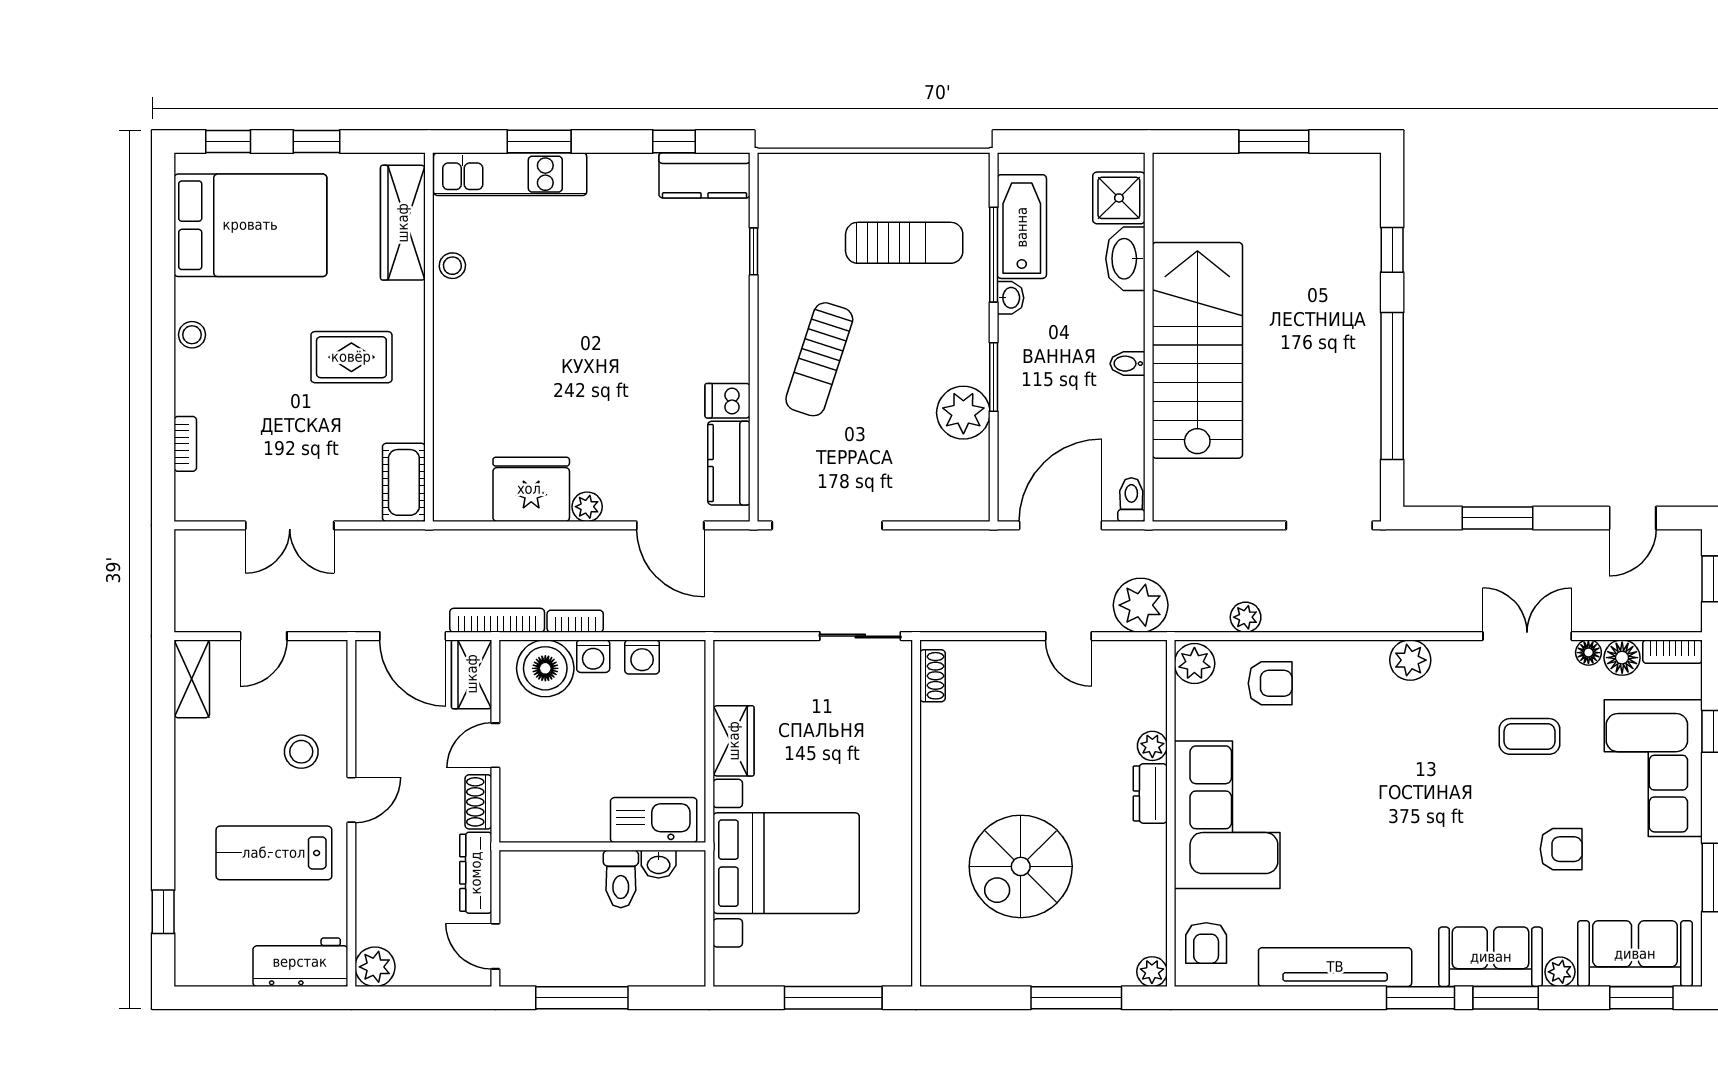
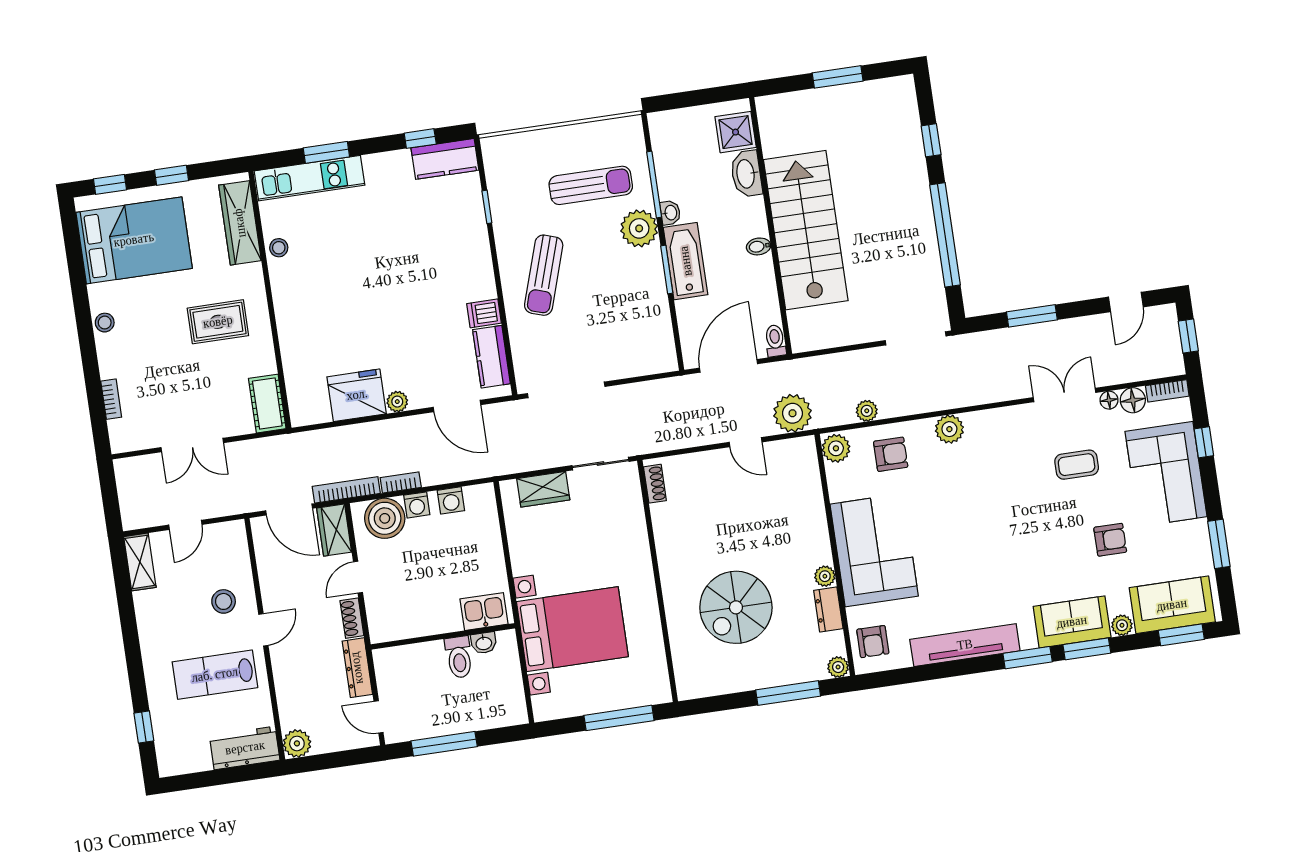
bathtub: (1022, 227) -> (686, 261), moved
plant: (963, 413) -> (639, 228), moved
plant: (1410, 660) -> (949, 429), moved
wardrobe: (734, 741) -> (543, 489), moved, turned 90
plant: (1152, 746) -> (825, 576), moved
dresser: (1150, 793) -> (828, 609), moved
kitchen sink: (654, 820) -> (484, 612), width x0.73

